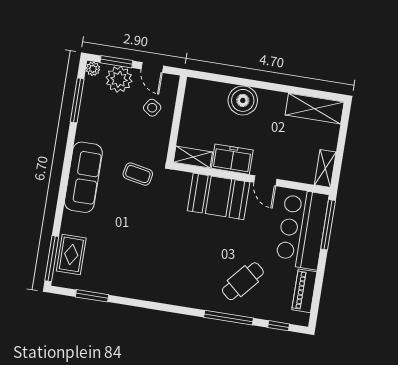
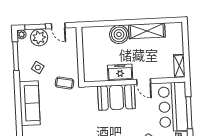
side table: (152, 108) -> (38, 67), moved
shelving: (315, 109) -> (147, 31), moved
shelving: (193, 157) -> (95, 76), removed
coffee table: (138, 174) -> (65, 83), moved
window: (328, 225) -> (189, 113), moved

